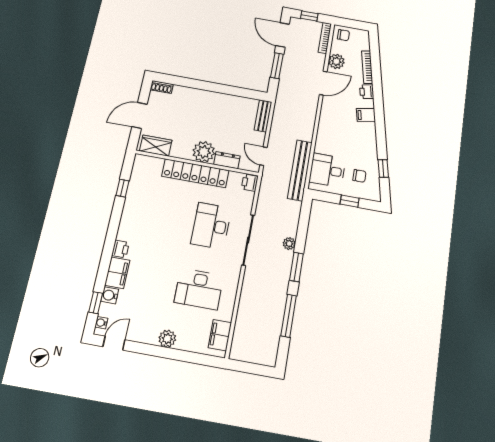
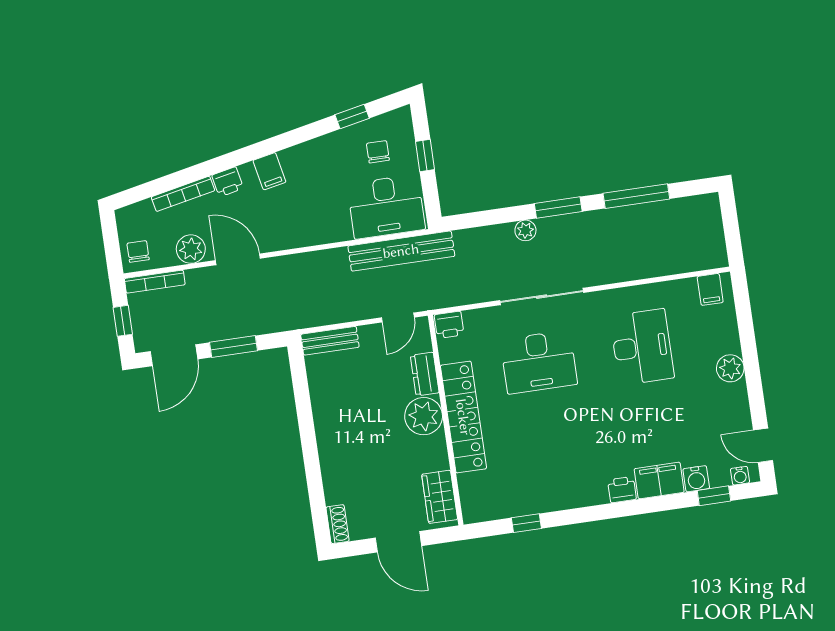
desk: (327, 170) -> (386, 207), width x1.37
filing cabinet: (220, 335) -> (710, 289), width x0.50

